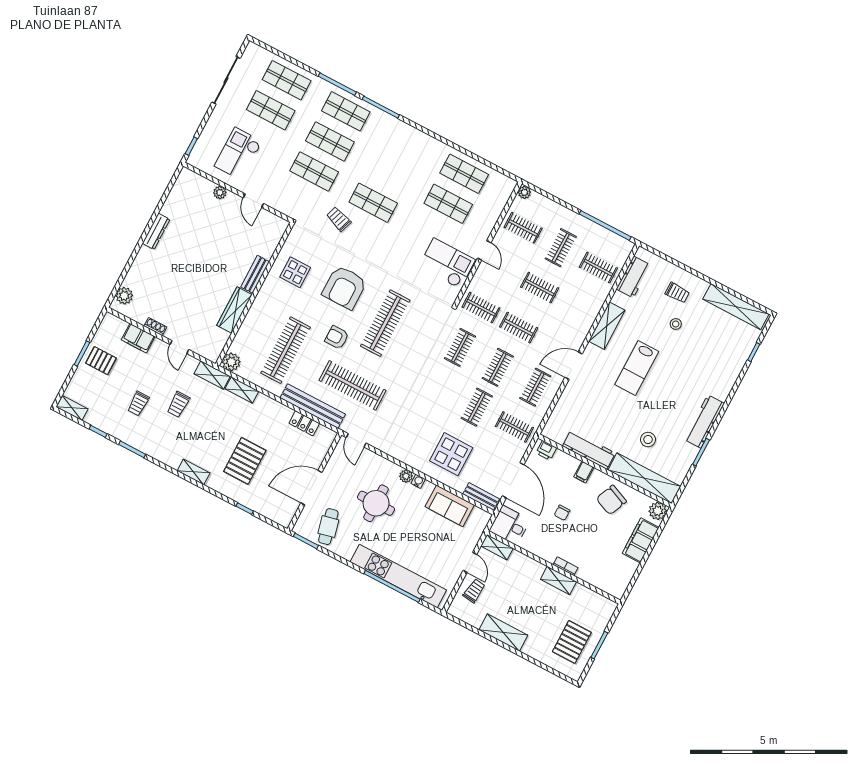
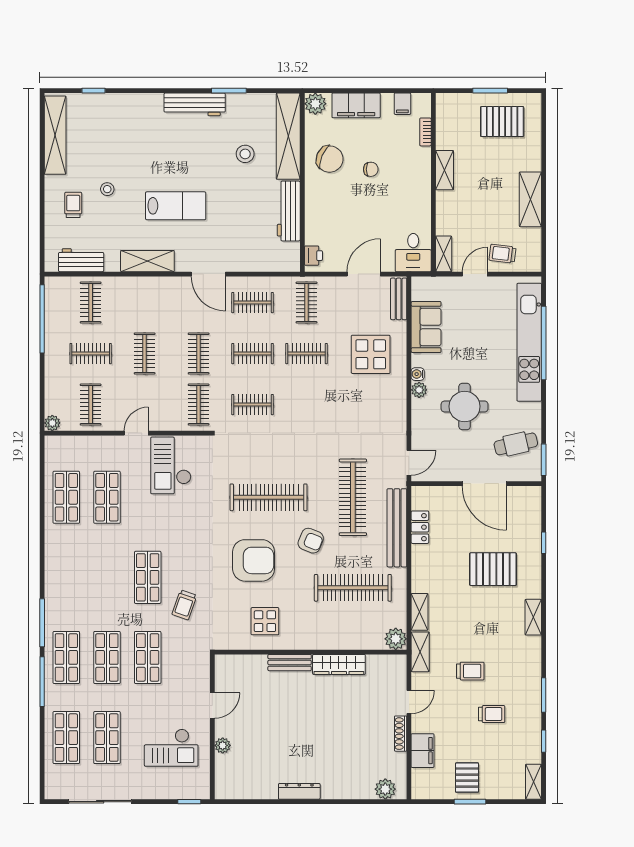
shoe rack: (155, 327) -> (401, 734), width x1.43
armchair: (337, 337) -> (311, 541), turned -68
filing cabinet: (584, 472) -> (402, 104), moved, turned 90
door: (513, 480) -> (364, 274), width x0.73
chair: (562, 513) -> (371, 169), moved
bookcase: (566, 566) -> (425, 132), moved

